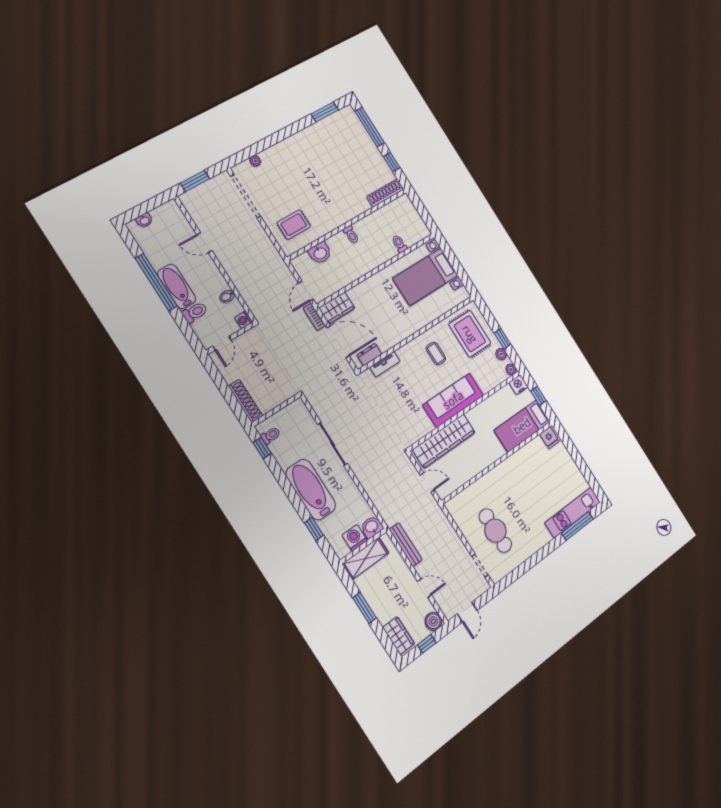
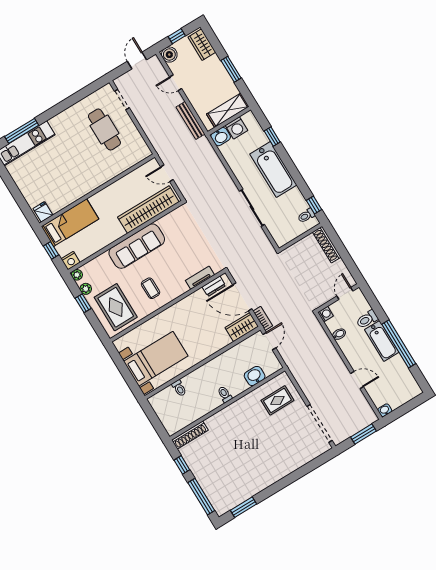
plant: (255, 161) -> (310, 456), removed
washbasin: (144, 220) -> (385, 410), moved

